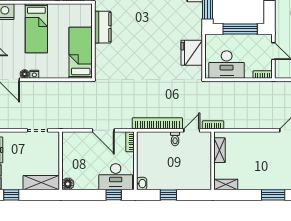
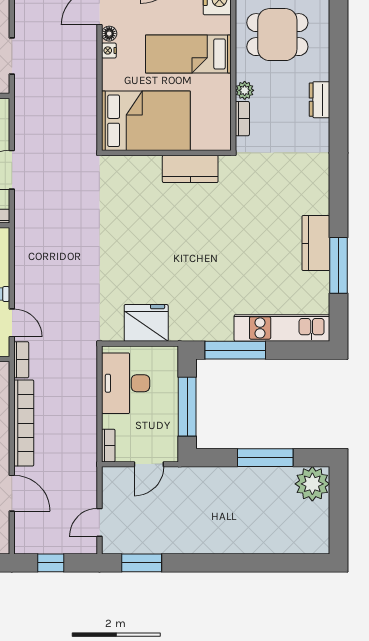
bed: (81, 53) -> (146, 121), width x1.50
bookcase: (157, 123) -> (24, 423), moved

